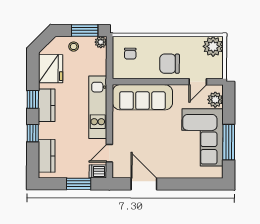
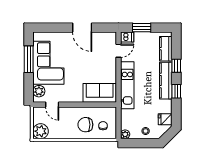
window: (85, 30) -> (137, 143), removed
chair: (170, 64) -> (85, 125), moved, turned 180
fridge: (51, 69) -> (165, 119), width x0.53, depth x0.75
door: (198, 82) -> (52, 105), swing flipped
sofa: (143, 97) -> (100, 93), width x0.73
kitchen counter: (47, 105) -> (166, 81), width x1.50
door: (144, 184) -> (82, 28), moved

